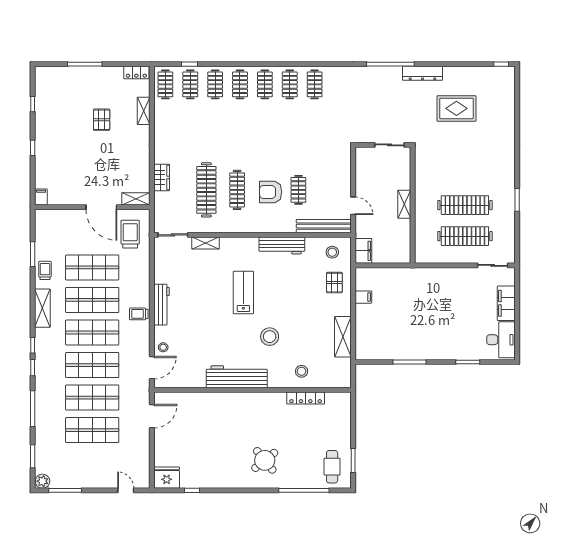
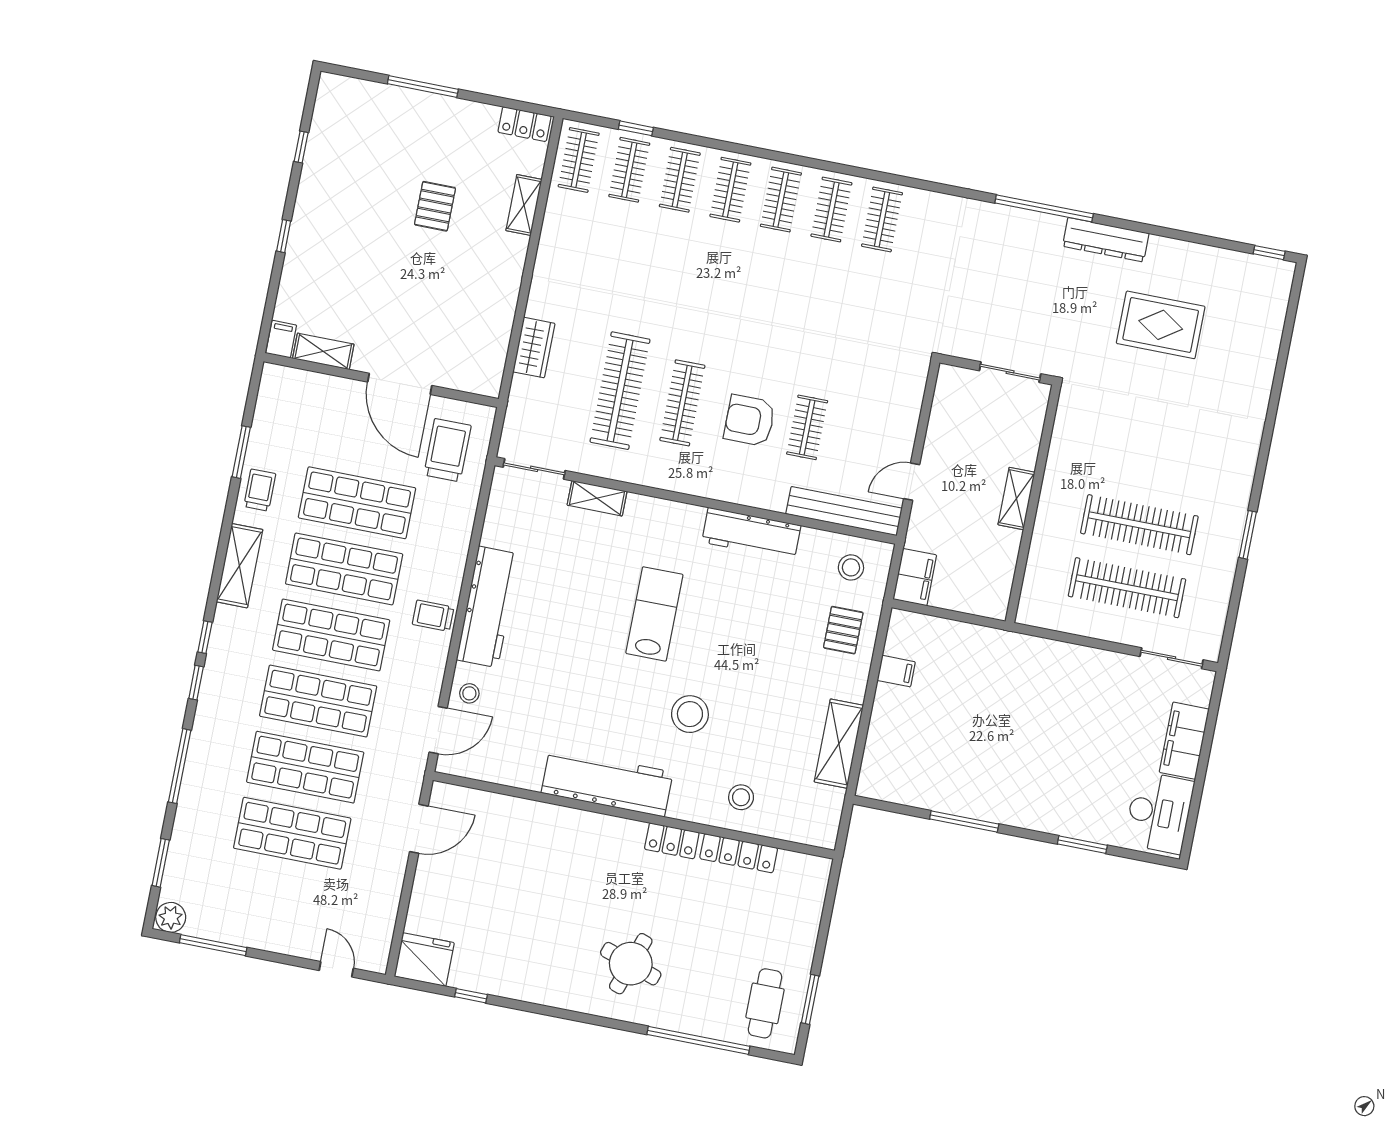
shelving: (136, 199) -> (323, 351), moved
door: (353, 206) -> (912, 482), swing flipped
workbench: (162, 305) -> (488, 607), width x1.36, depth x1.32
locker: (273, 398) -> (672, 841), added
round table: (265, 460) -> (631, 964), turned -32

